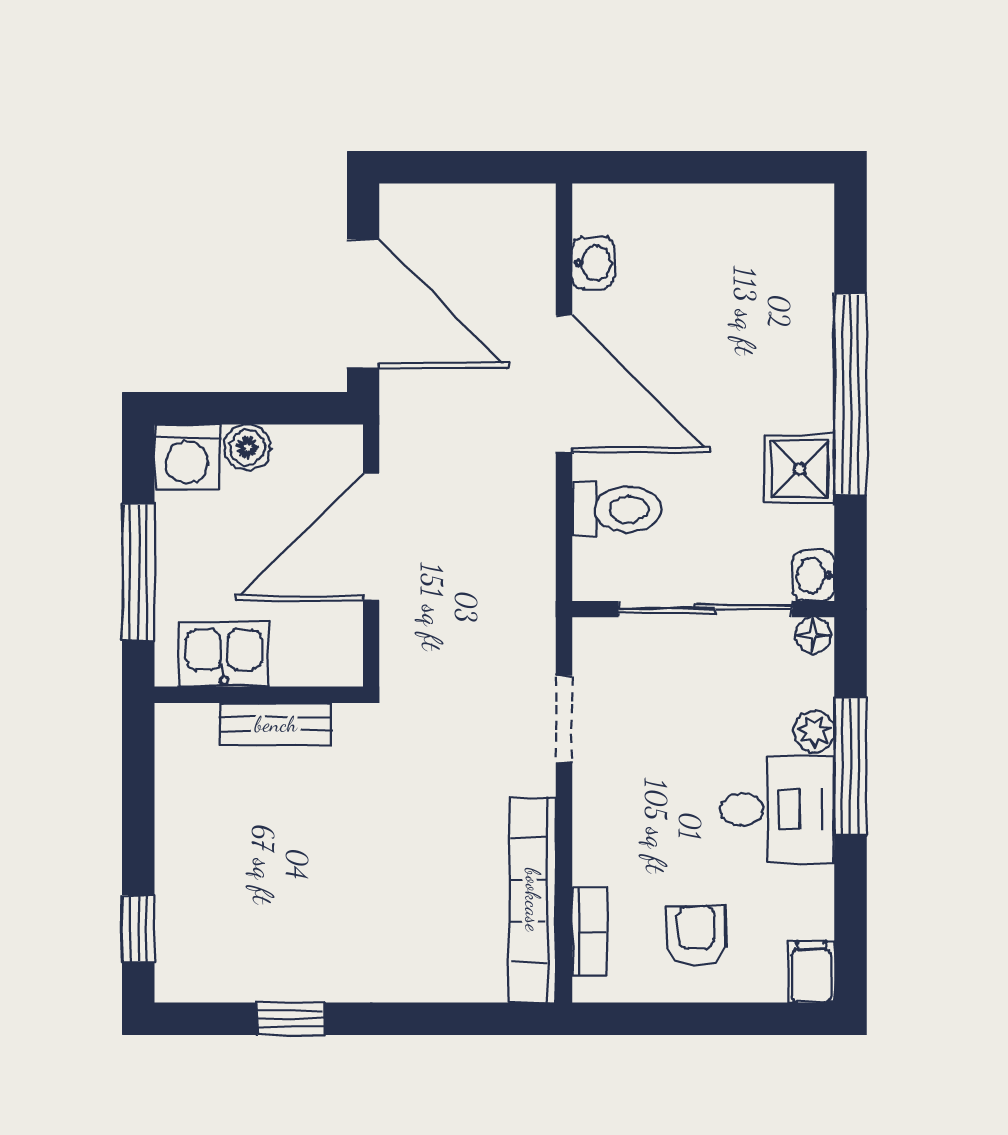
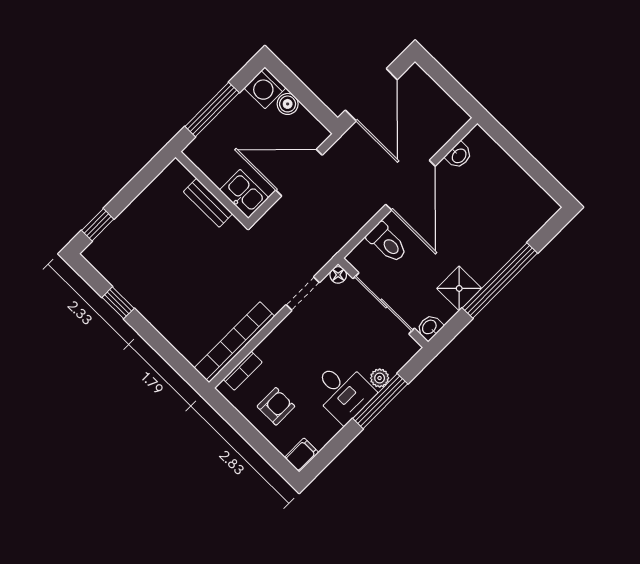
floor lamp: (813, 635) -> (338, 275), moved
kitchen sink: (224, 654) -> (244, 194), moved

